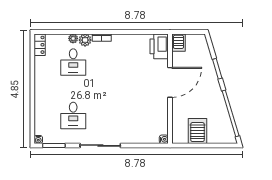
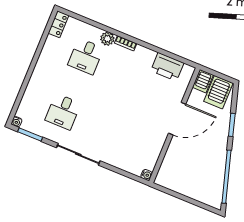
plant: (73, 38) -> (96, 32), removed
printer: (159, 46) -> (167, 67), moved, turned -90
server rack: (197, 131) -> (218, 92), moved, turned 180

